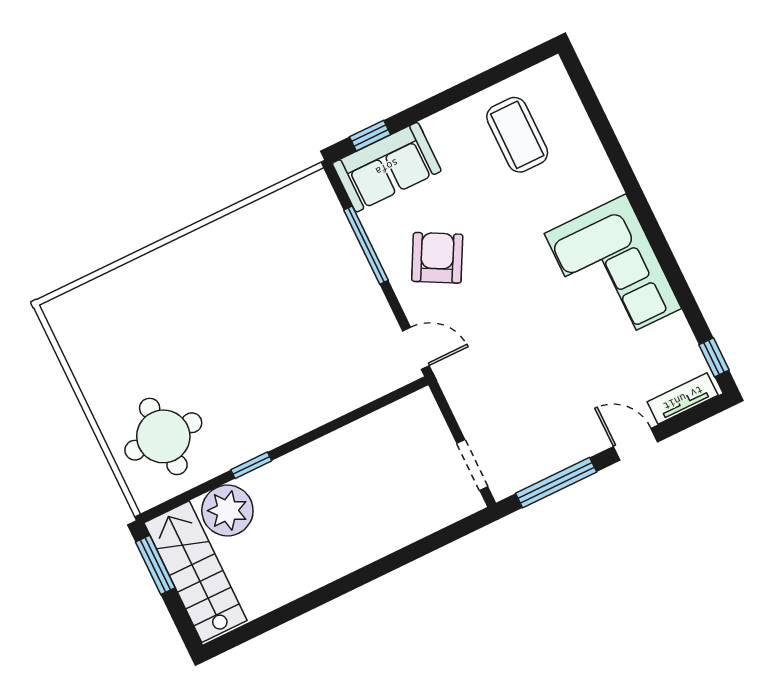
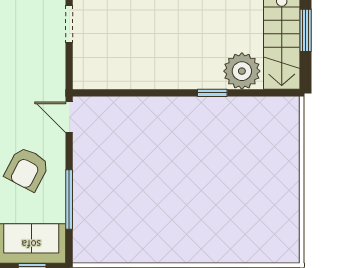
round table: (163, 436) -> (260, 139), removed
window: (155, 565) -> (306, 30), moved

